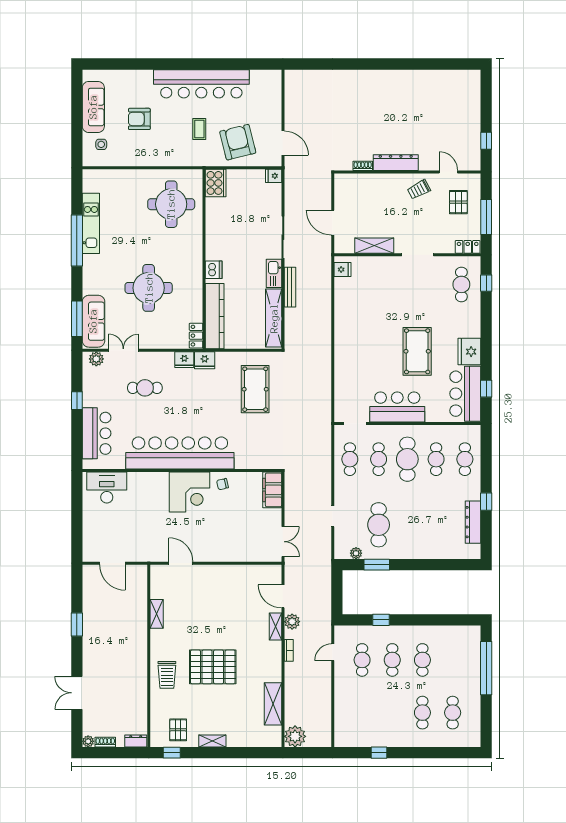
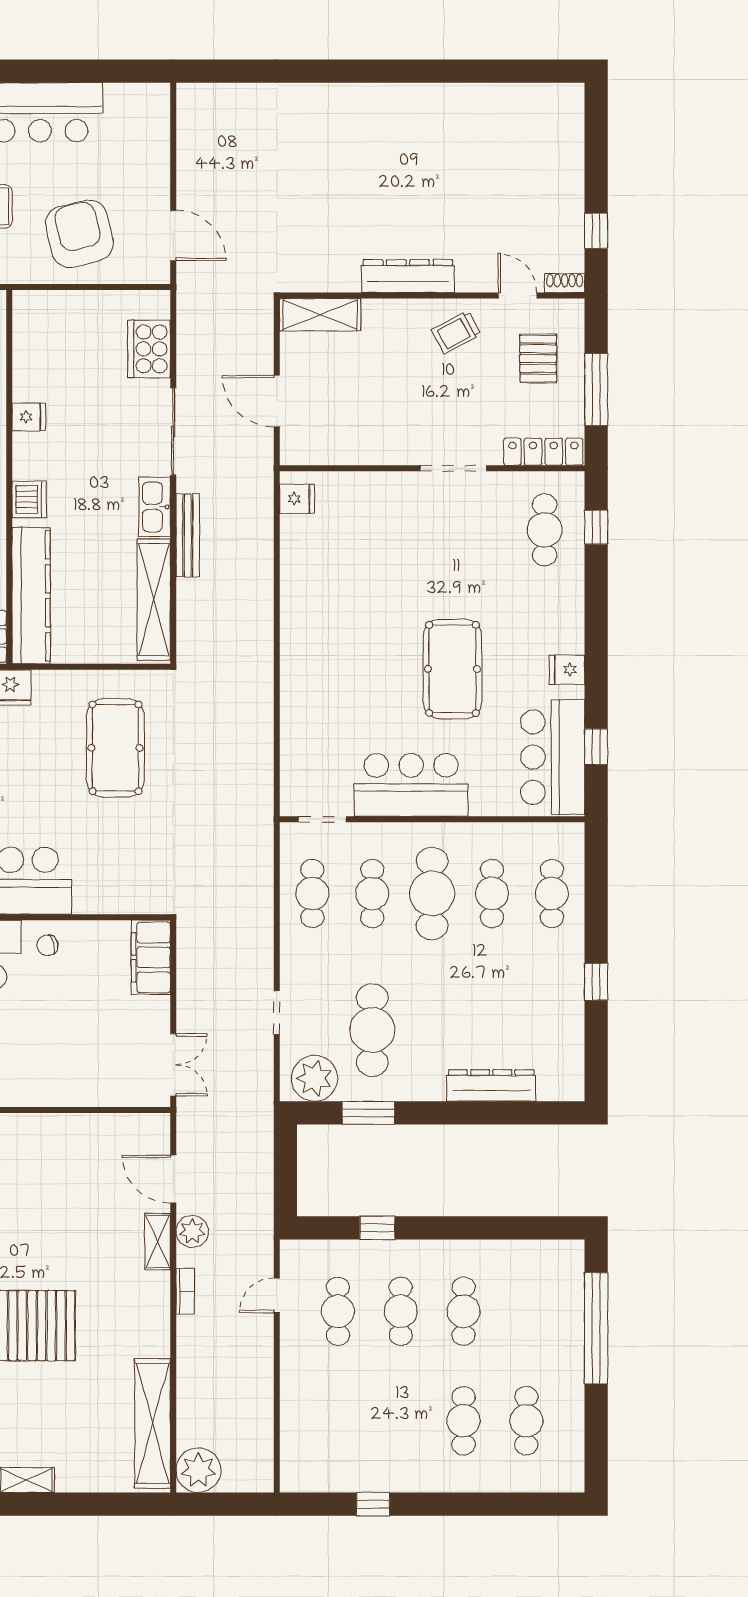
shoe rack: (363, 166) -> (565, 283), moved
fridge: (274, 176) -> (29, 417), moved, turned 180
cooker: (216, 183) -> (149, 349), moved, turned 180
shelving: (374, 246) -> (320, 315), moved
locker: (468, 247) -> (543, 452), width x1.53
fridge: (469, 352) -> (567, 670), width x0.53, depth x0.75
dresser: (473, 522) -> (491, 1085), moved, turned 90
plant: (356, 553) -> (314, 1078), width x1.88, depth x1.88
shelving: (273, 704) -> (153, 1423), width x1.47

